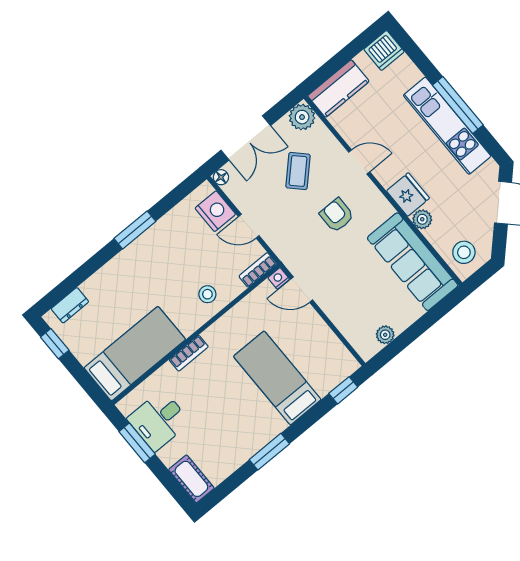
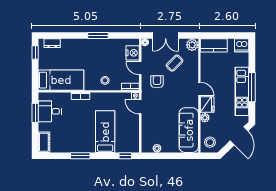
door: (359, 162) -> (199, 89), moved
armchair: (337, 215) -> (157, 82), moved

